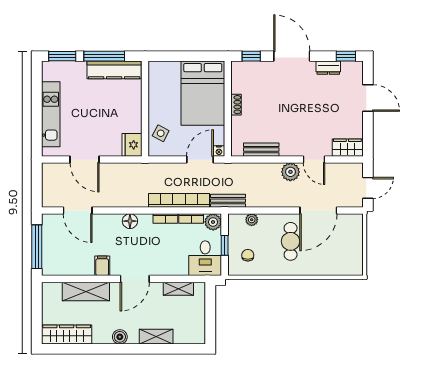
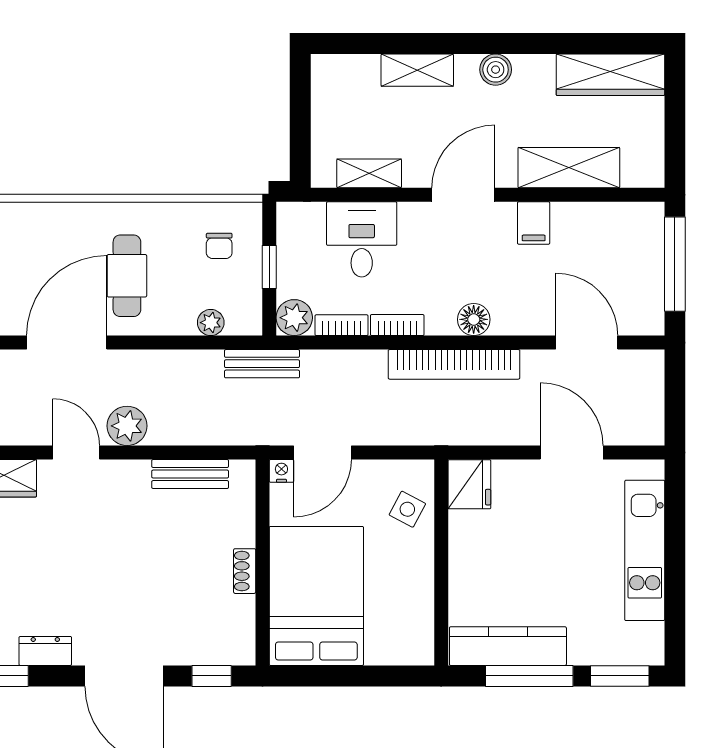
bookcase: (179, 200) -> (454, 364), moved
desk: (205, 258) -> (362, 239), moved

